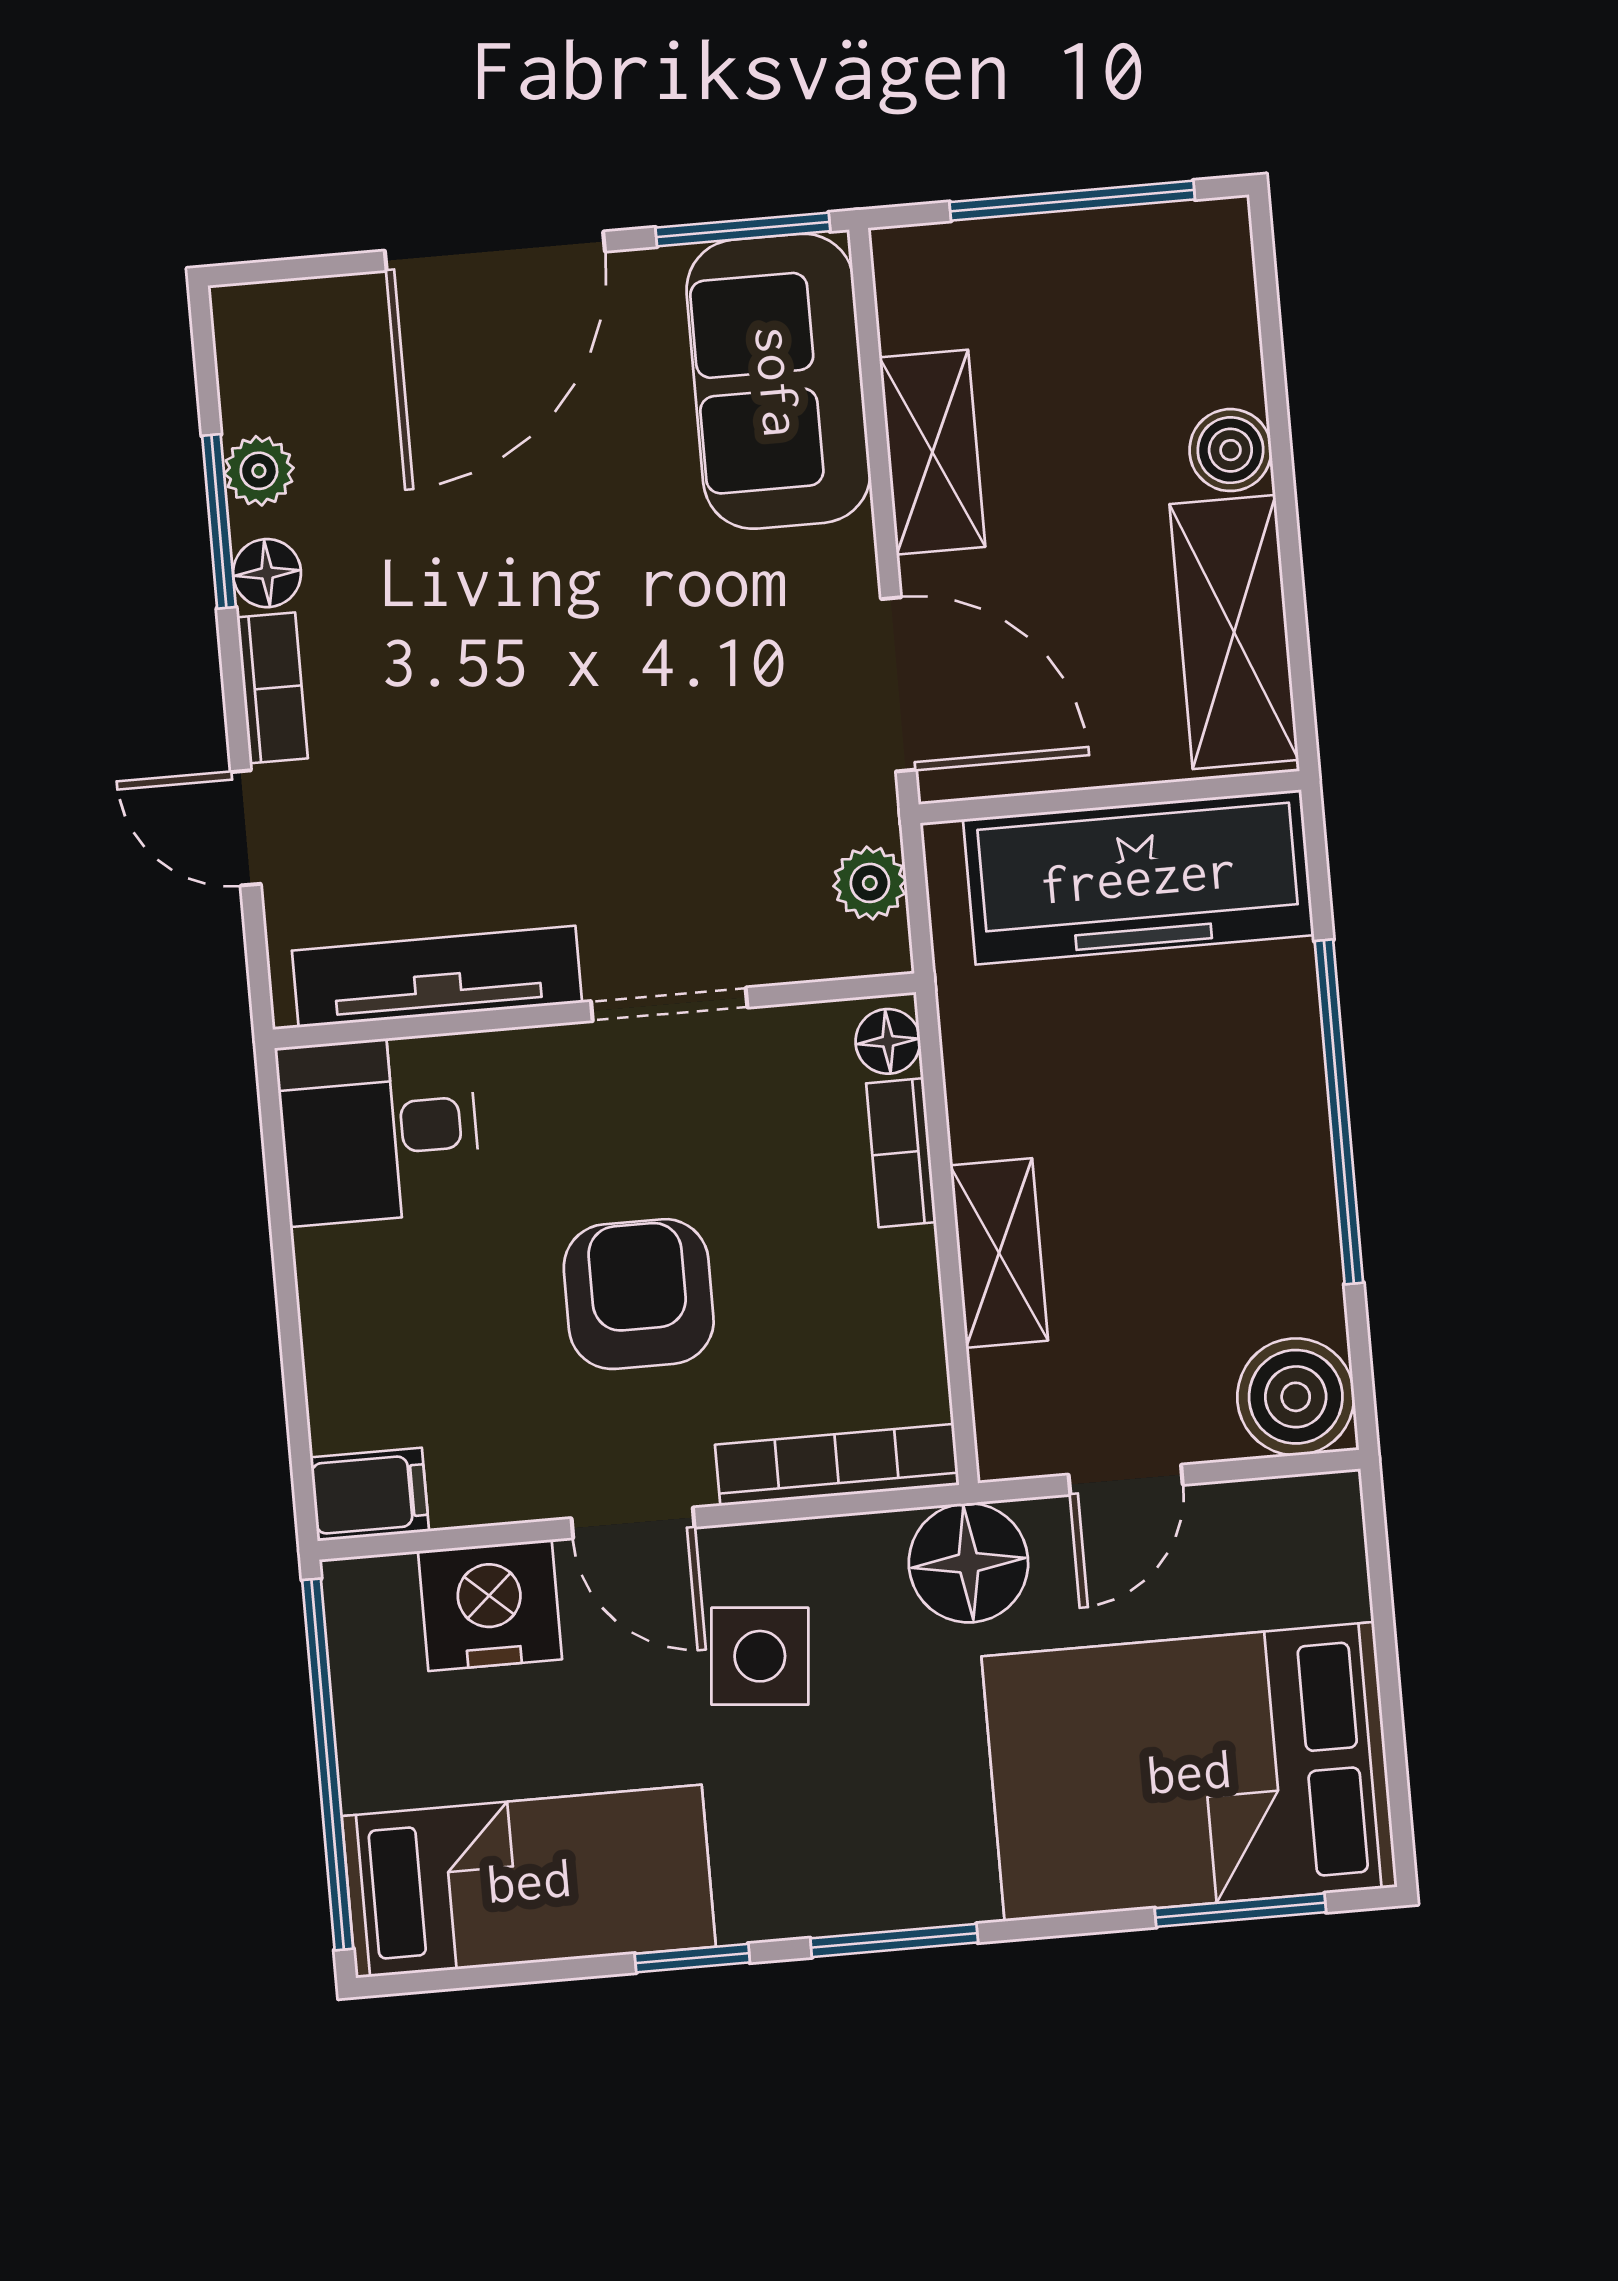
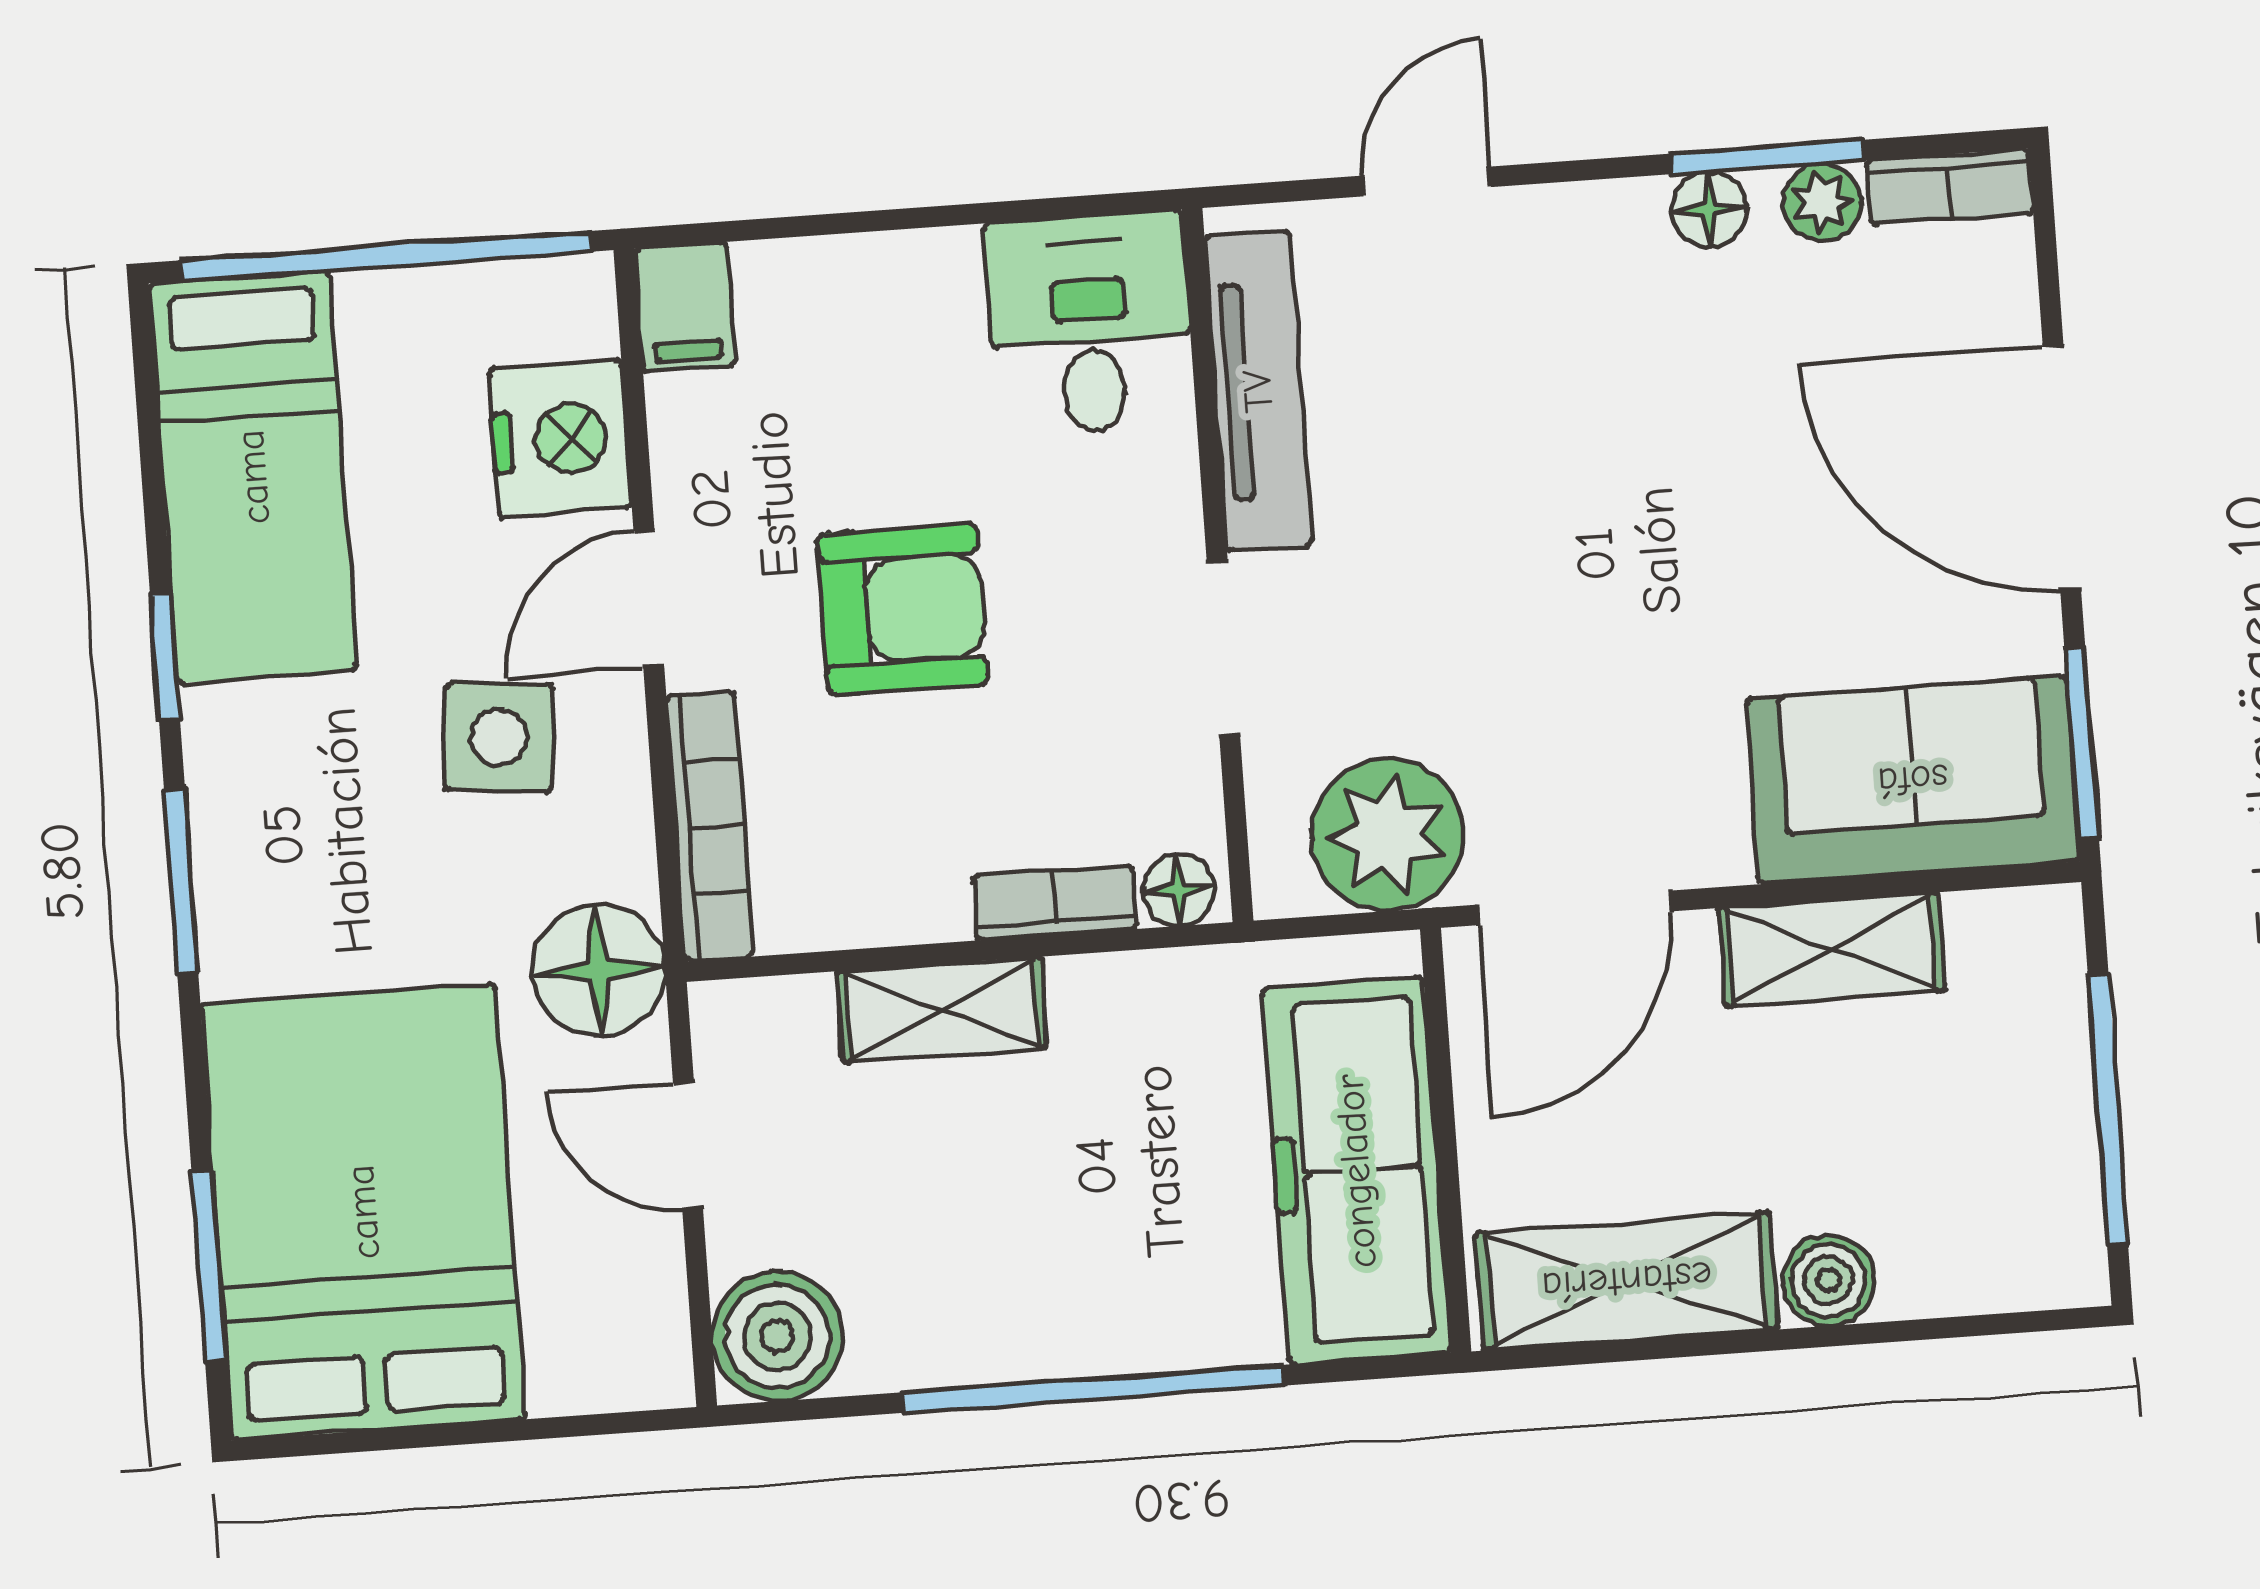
bookcase: (272, 688) -> (1950, 187), moved
plant: (870, 883) -> (1387, 835), width x1.87, depth x1.87

